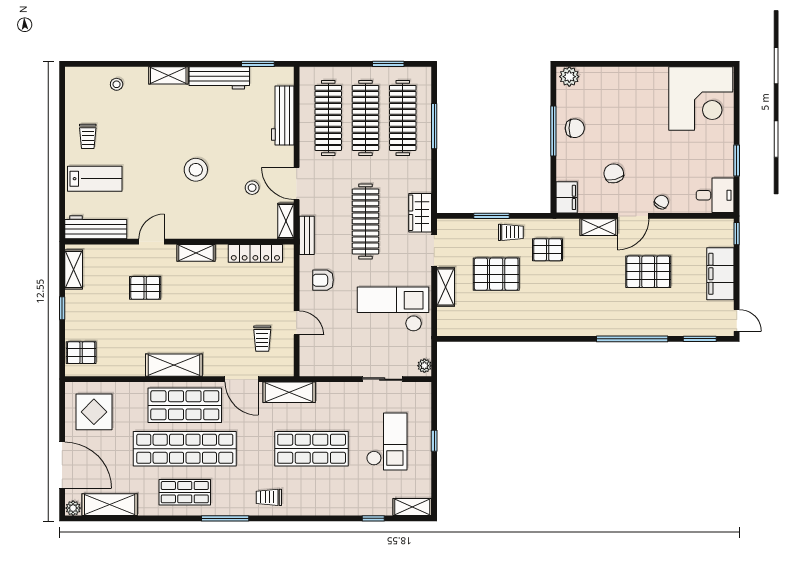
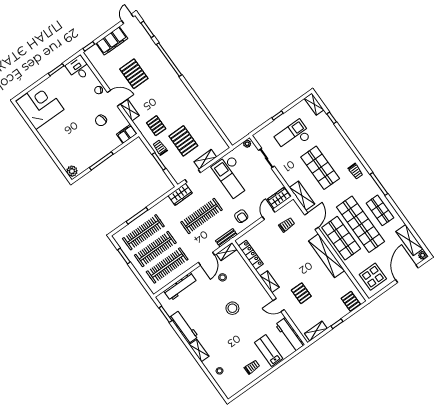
chair: (575, 128) -> (93, 152), removed
wardrobe: (310, 356) -> (279, 198), added
shelving: (174, 365) -> (327, 256), width x1.47

